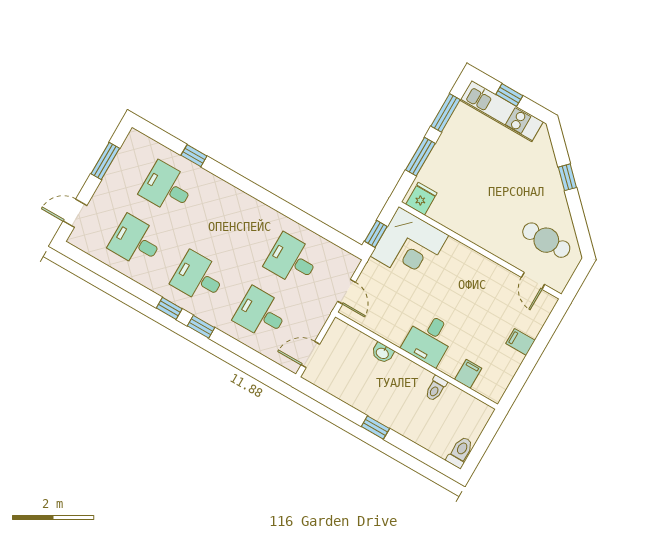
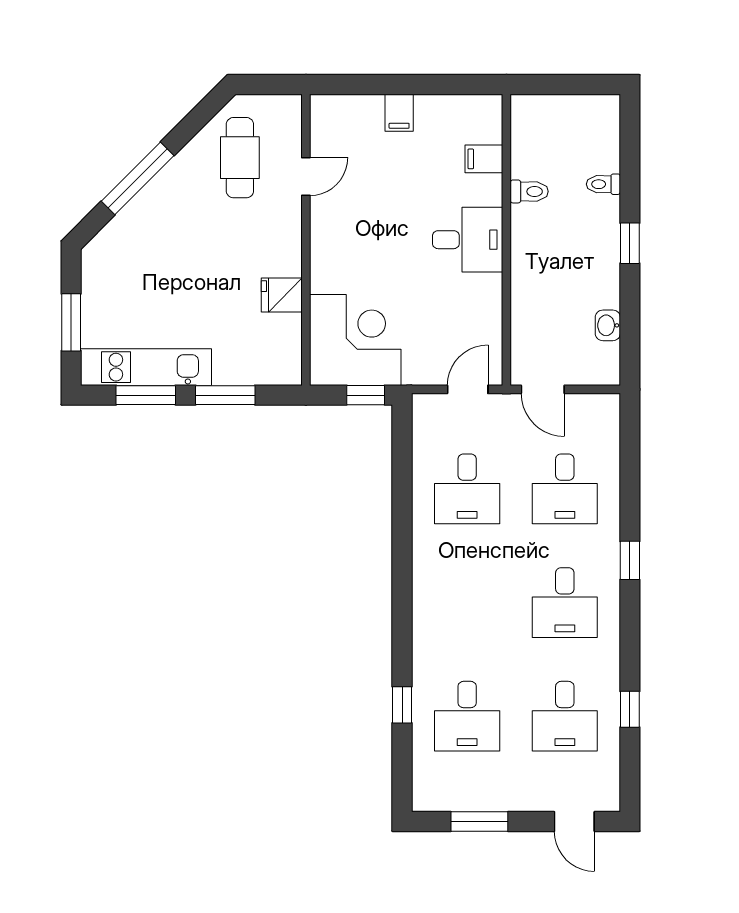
window: (509, 95) -> (71, 322), width x1.50
kitchen unit: (502, 111) -> (146, 367), moved, turned -90
window: (567, 177) -> (138, 178), width x2.17
fridge: (421, 199) -> (282, 295), moved
door: (533, 281) -> (306, 176), moved
window: (169, 308) -> (630, 709), moved
washbasin: (383, 353) -> (608, 325), moved, turned 180
door: (310, 354) -> (543, 389), moved
toilet: (460, 452) -> (603, 184), moved, width x0.73, depth x0.72

